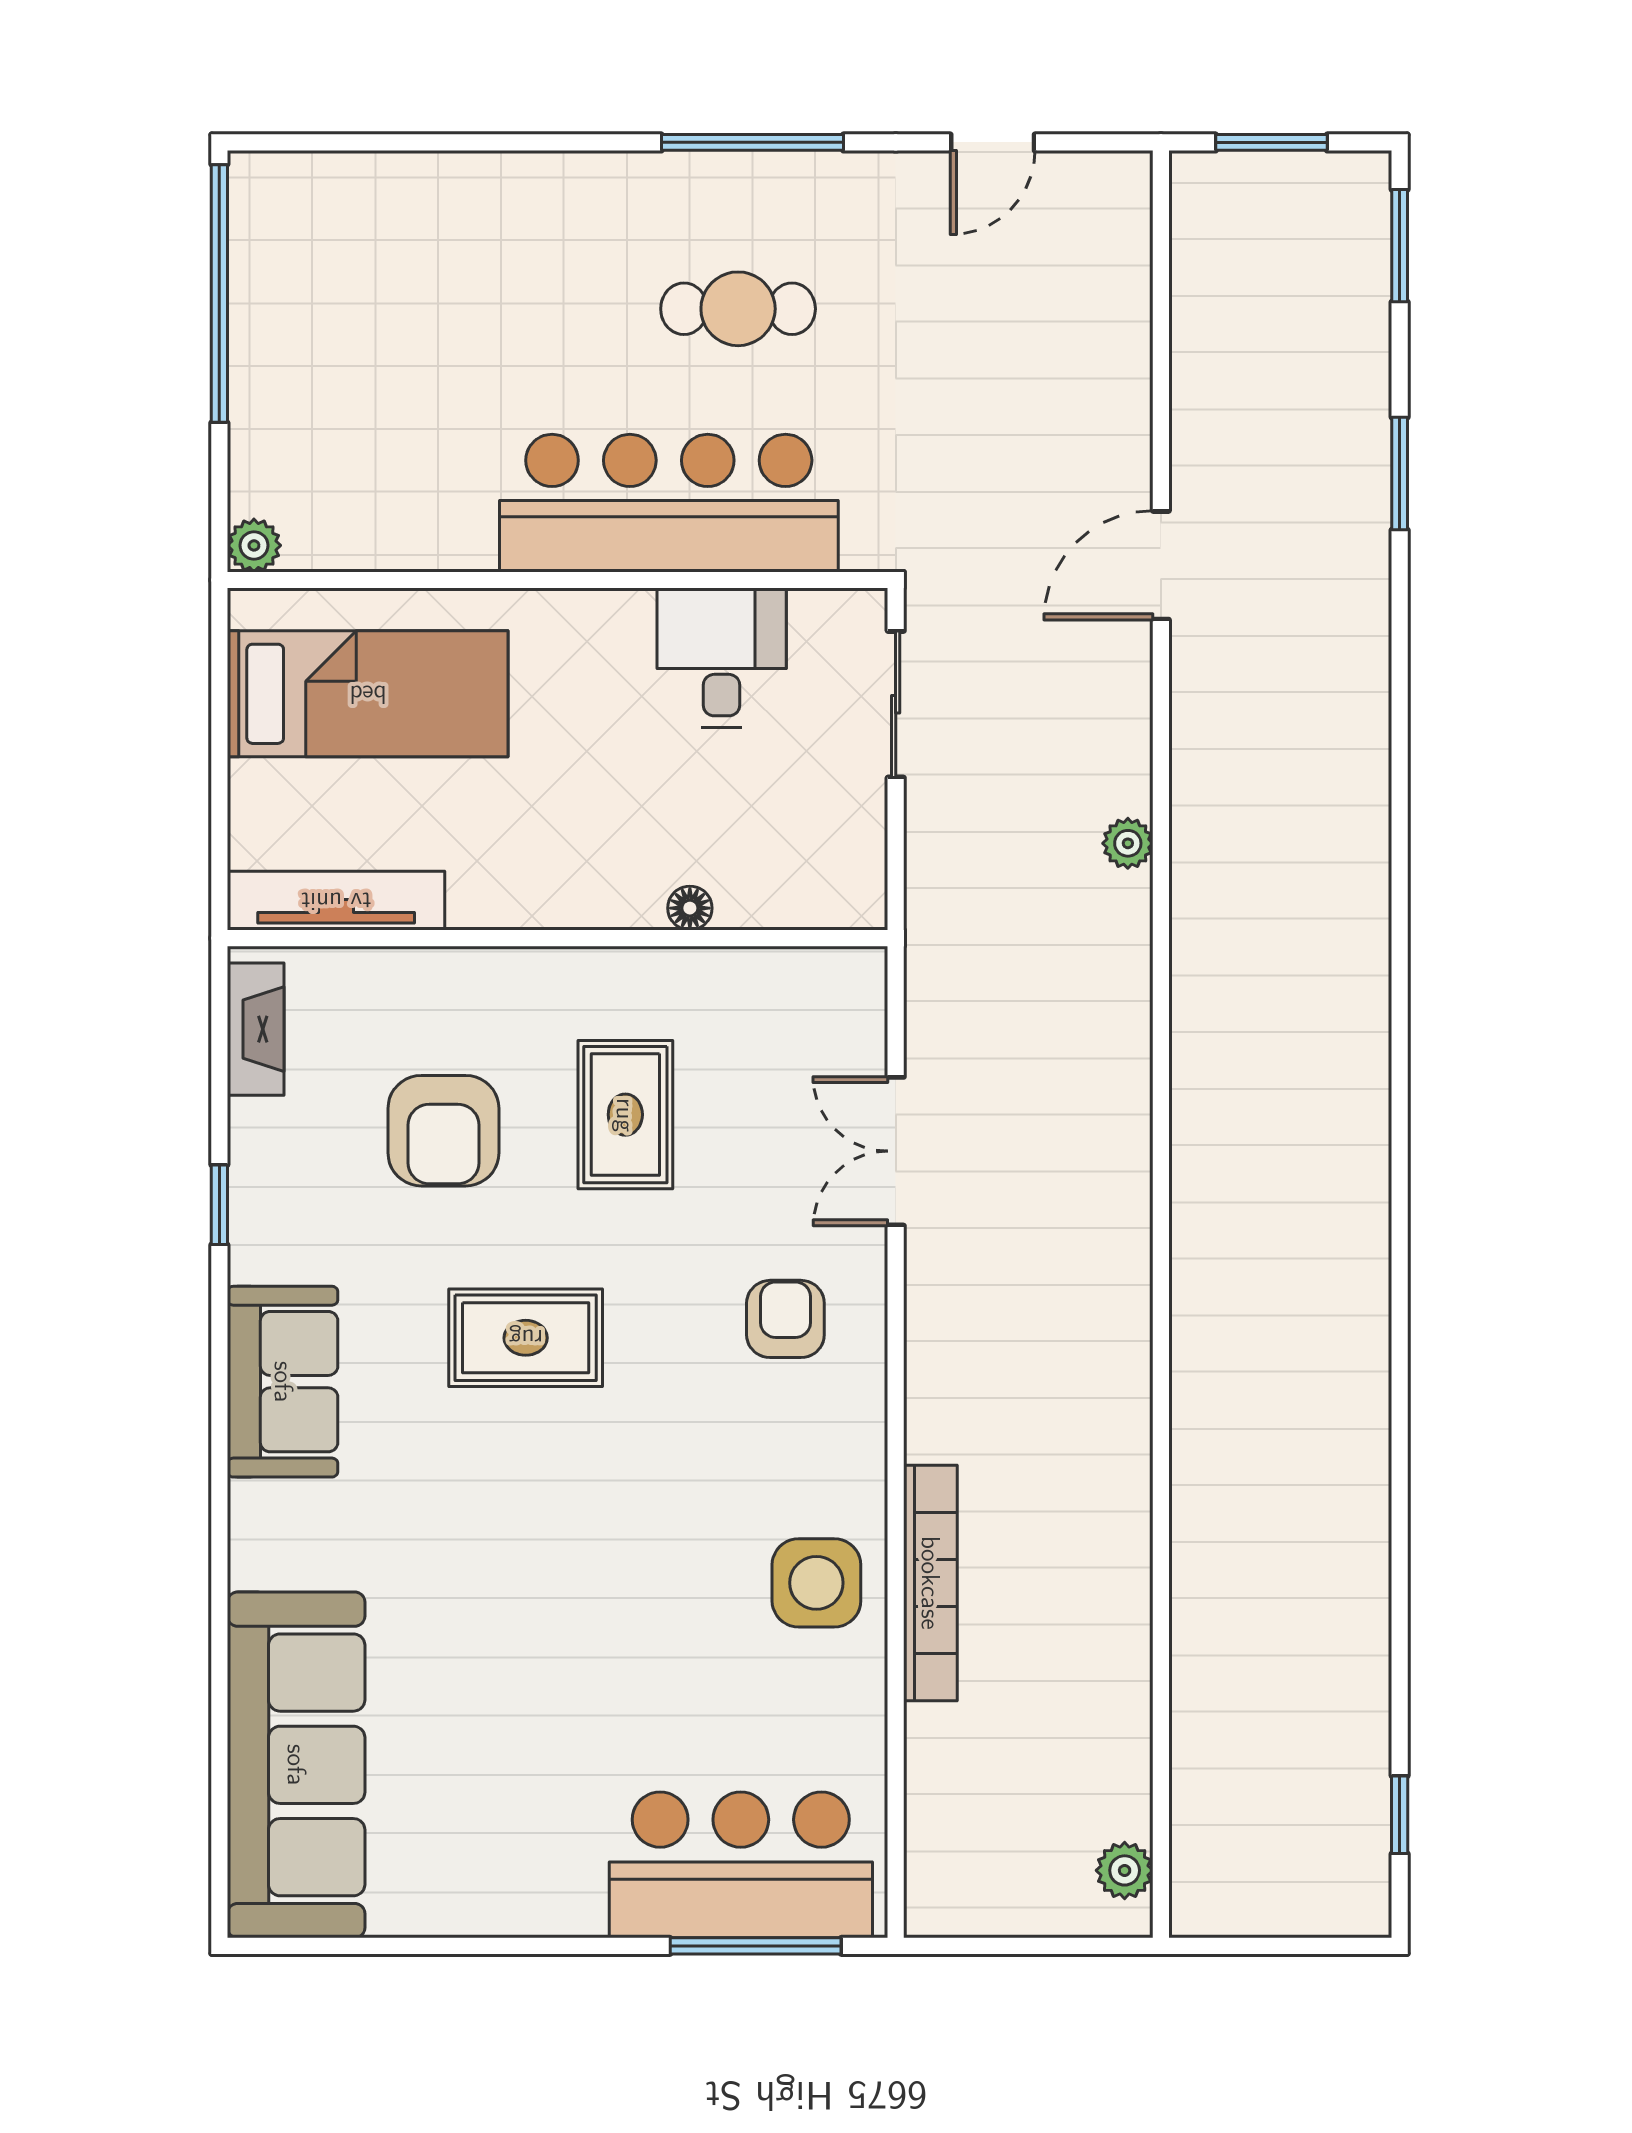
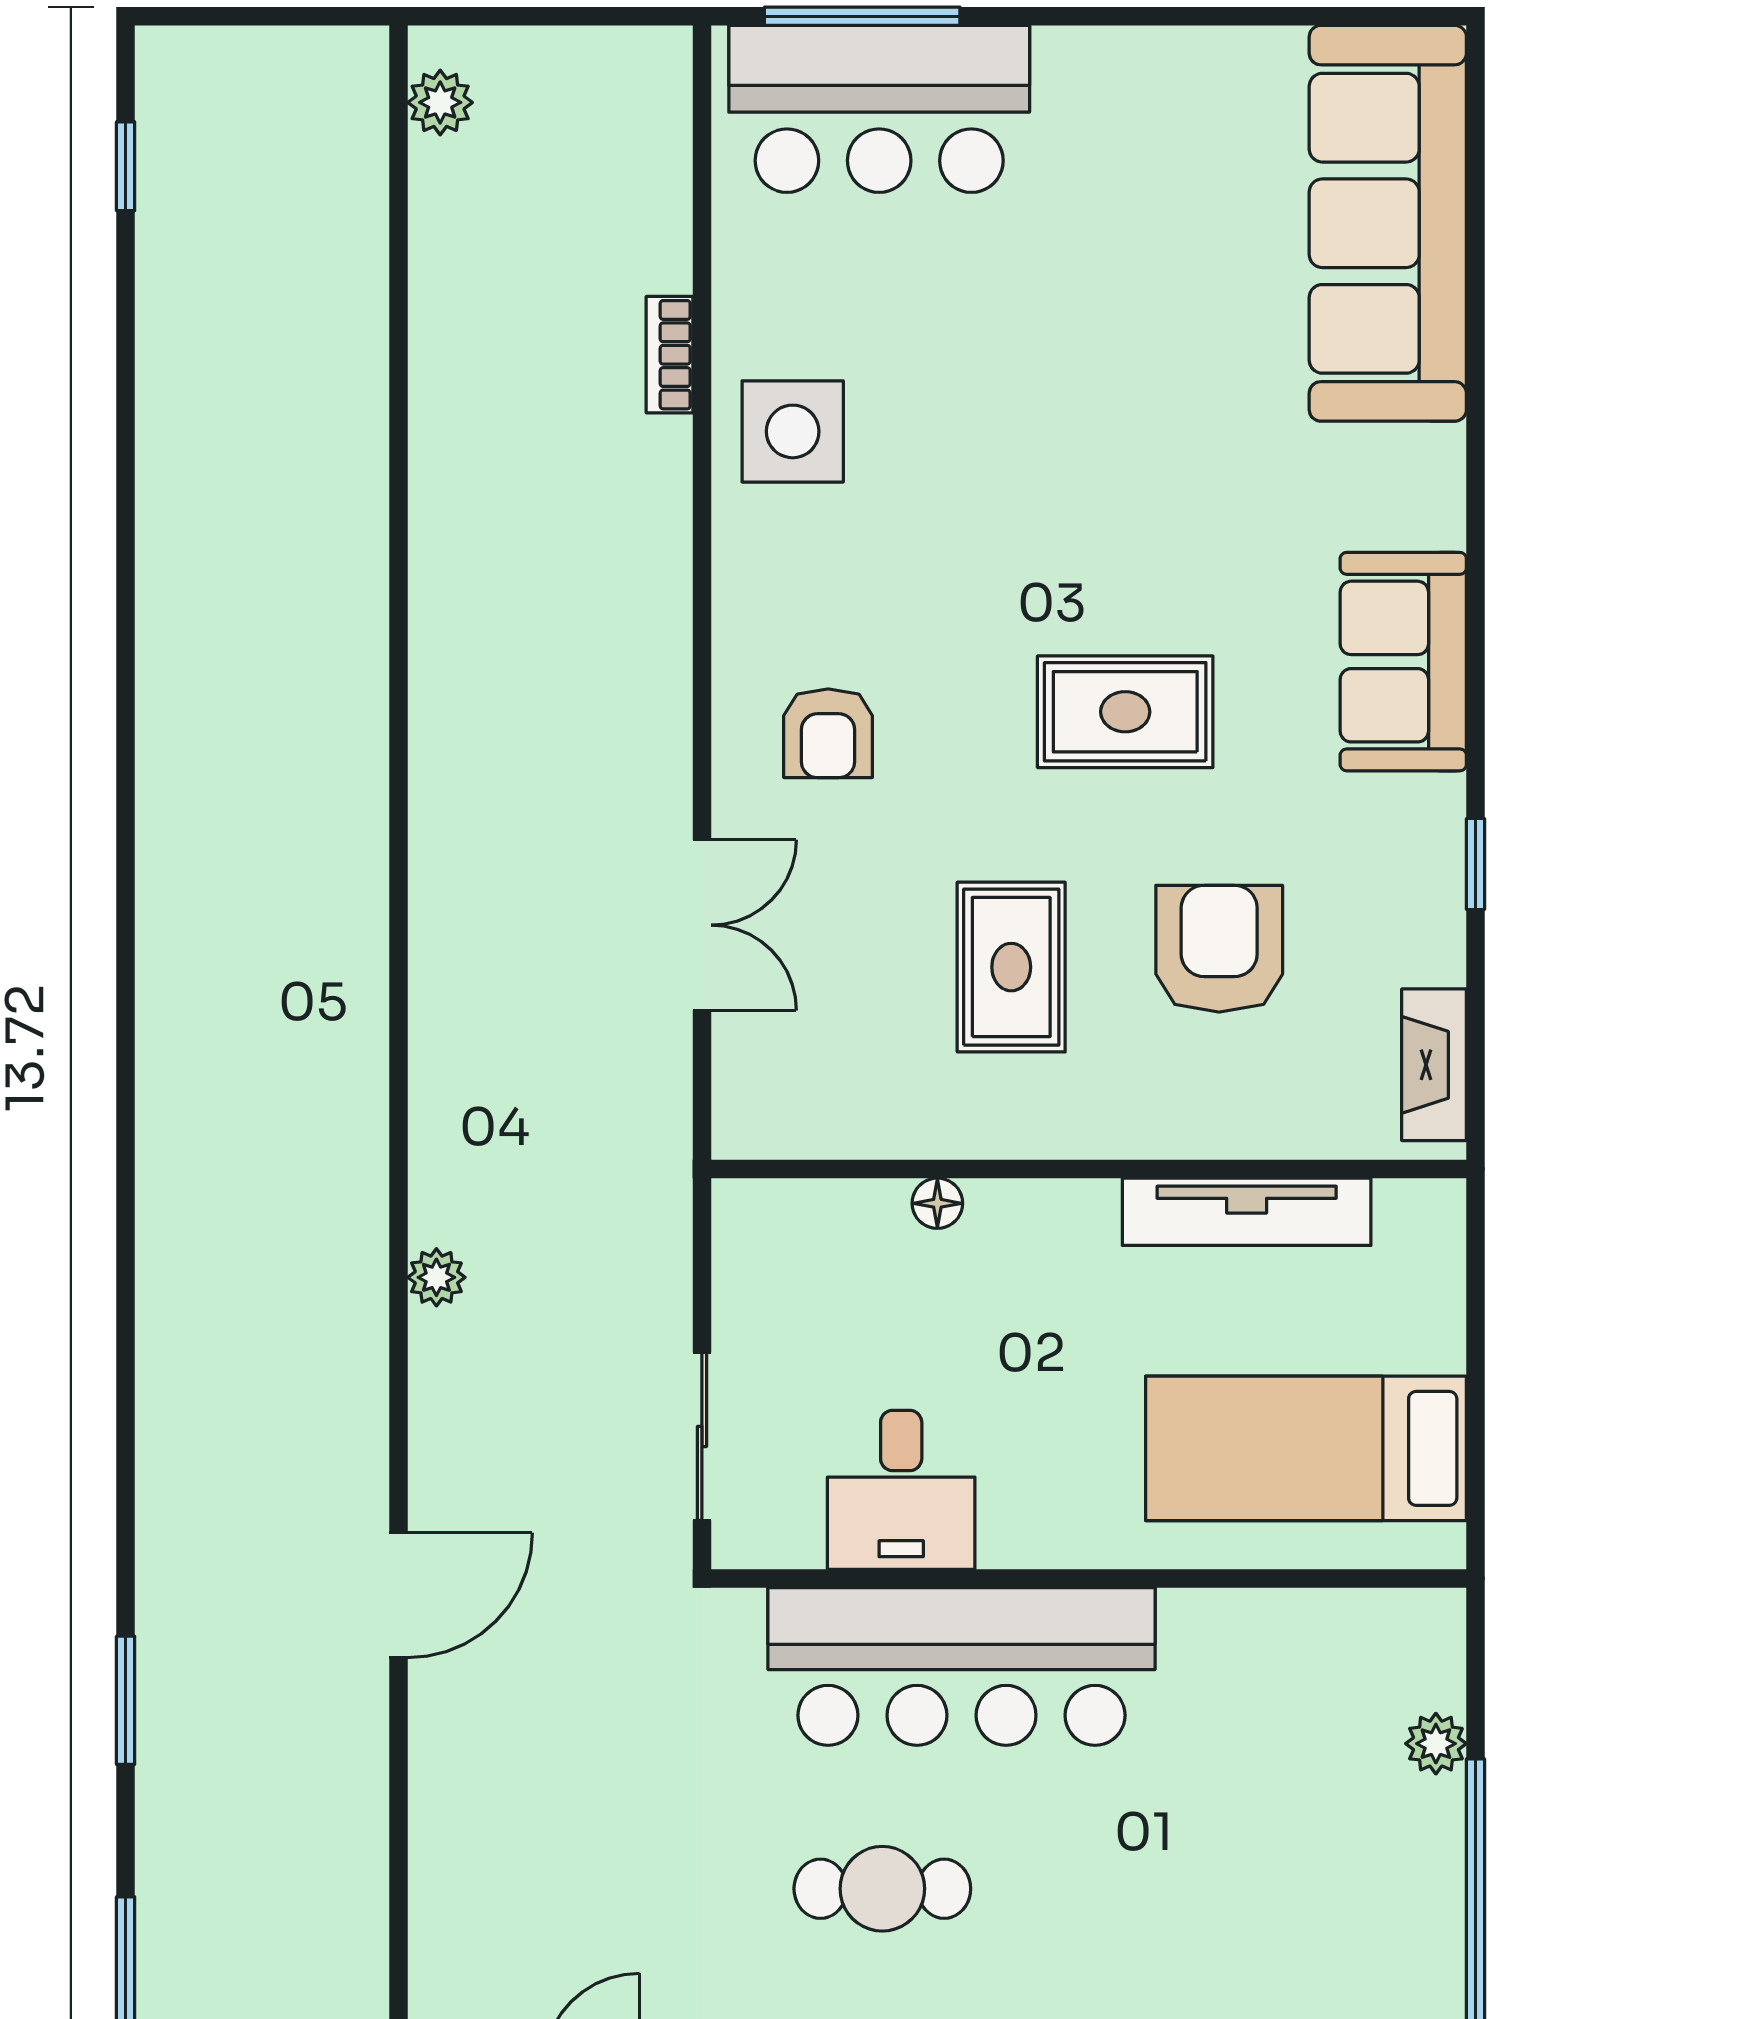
plant: (254, 545) -> (1436, 1744), moved
tv unit: (336, 901) -> (1247, 1212), moved
bookcase: (930, 1583) -> (670, 355), width x0.43, depth x0.76

